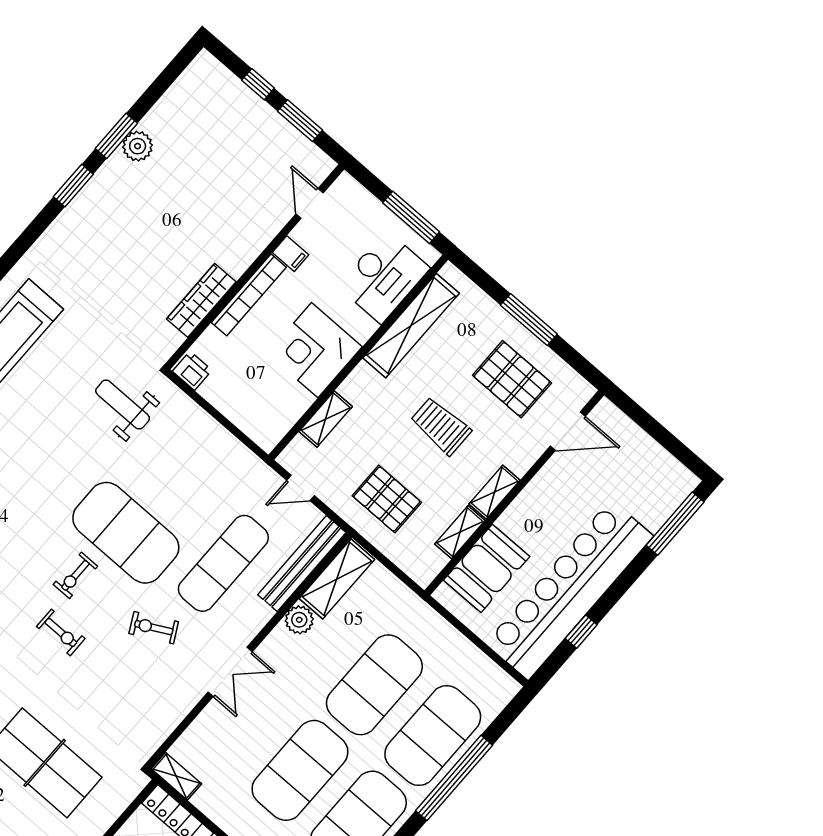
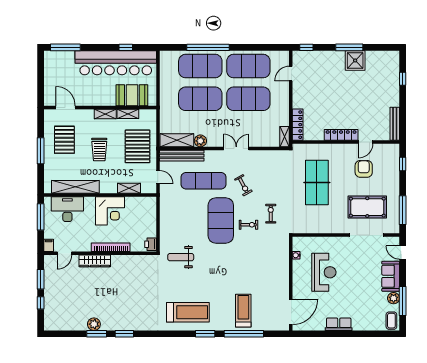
filing cabinet: (291, 254) -> (49, 245), moved
wardrobe: (201, 300) -> (95, 261), moved
weight bench: (123, 405) -> (181, 257), turned 90
pallet: (387, 499) -> (138, 146), width x1.37, depth x1.41

